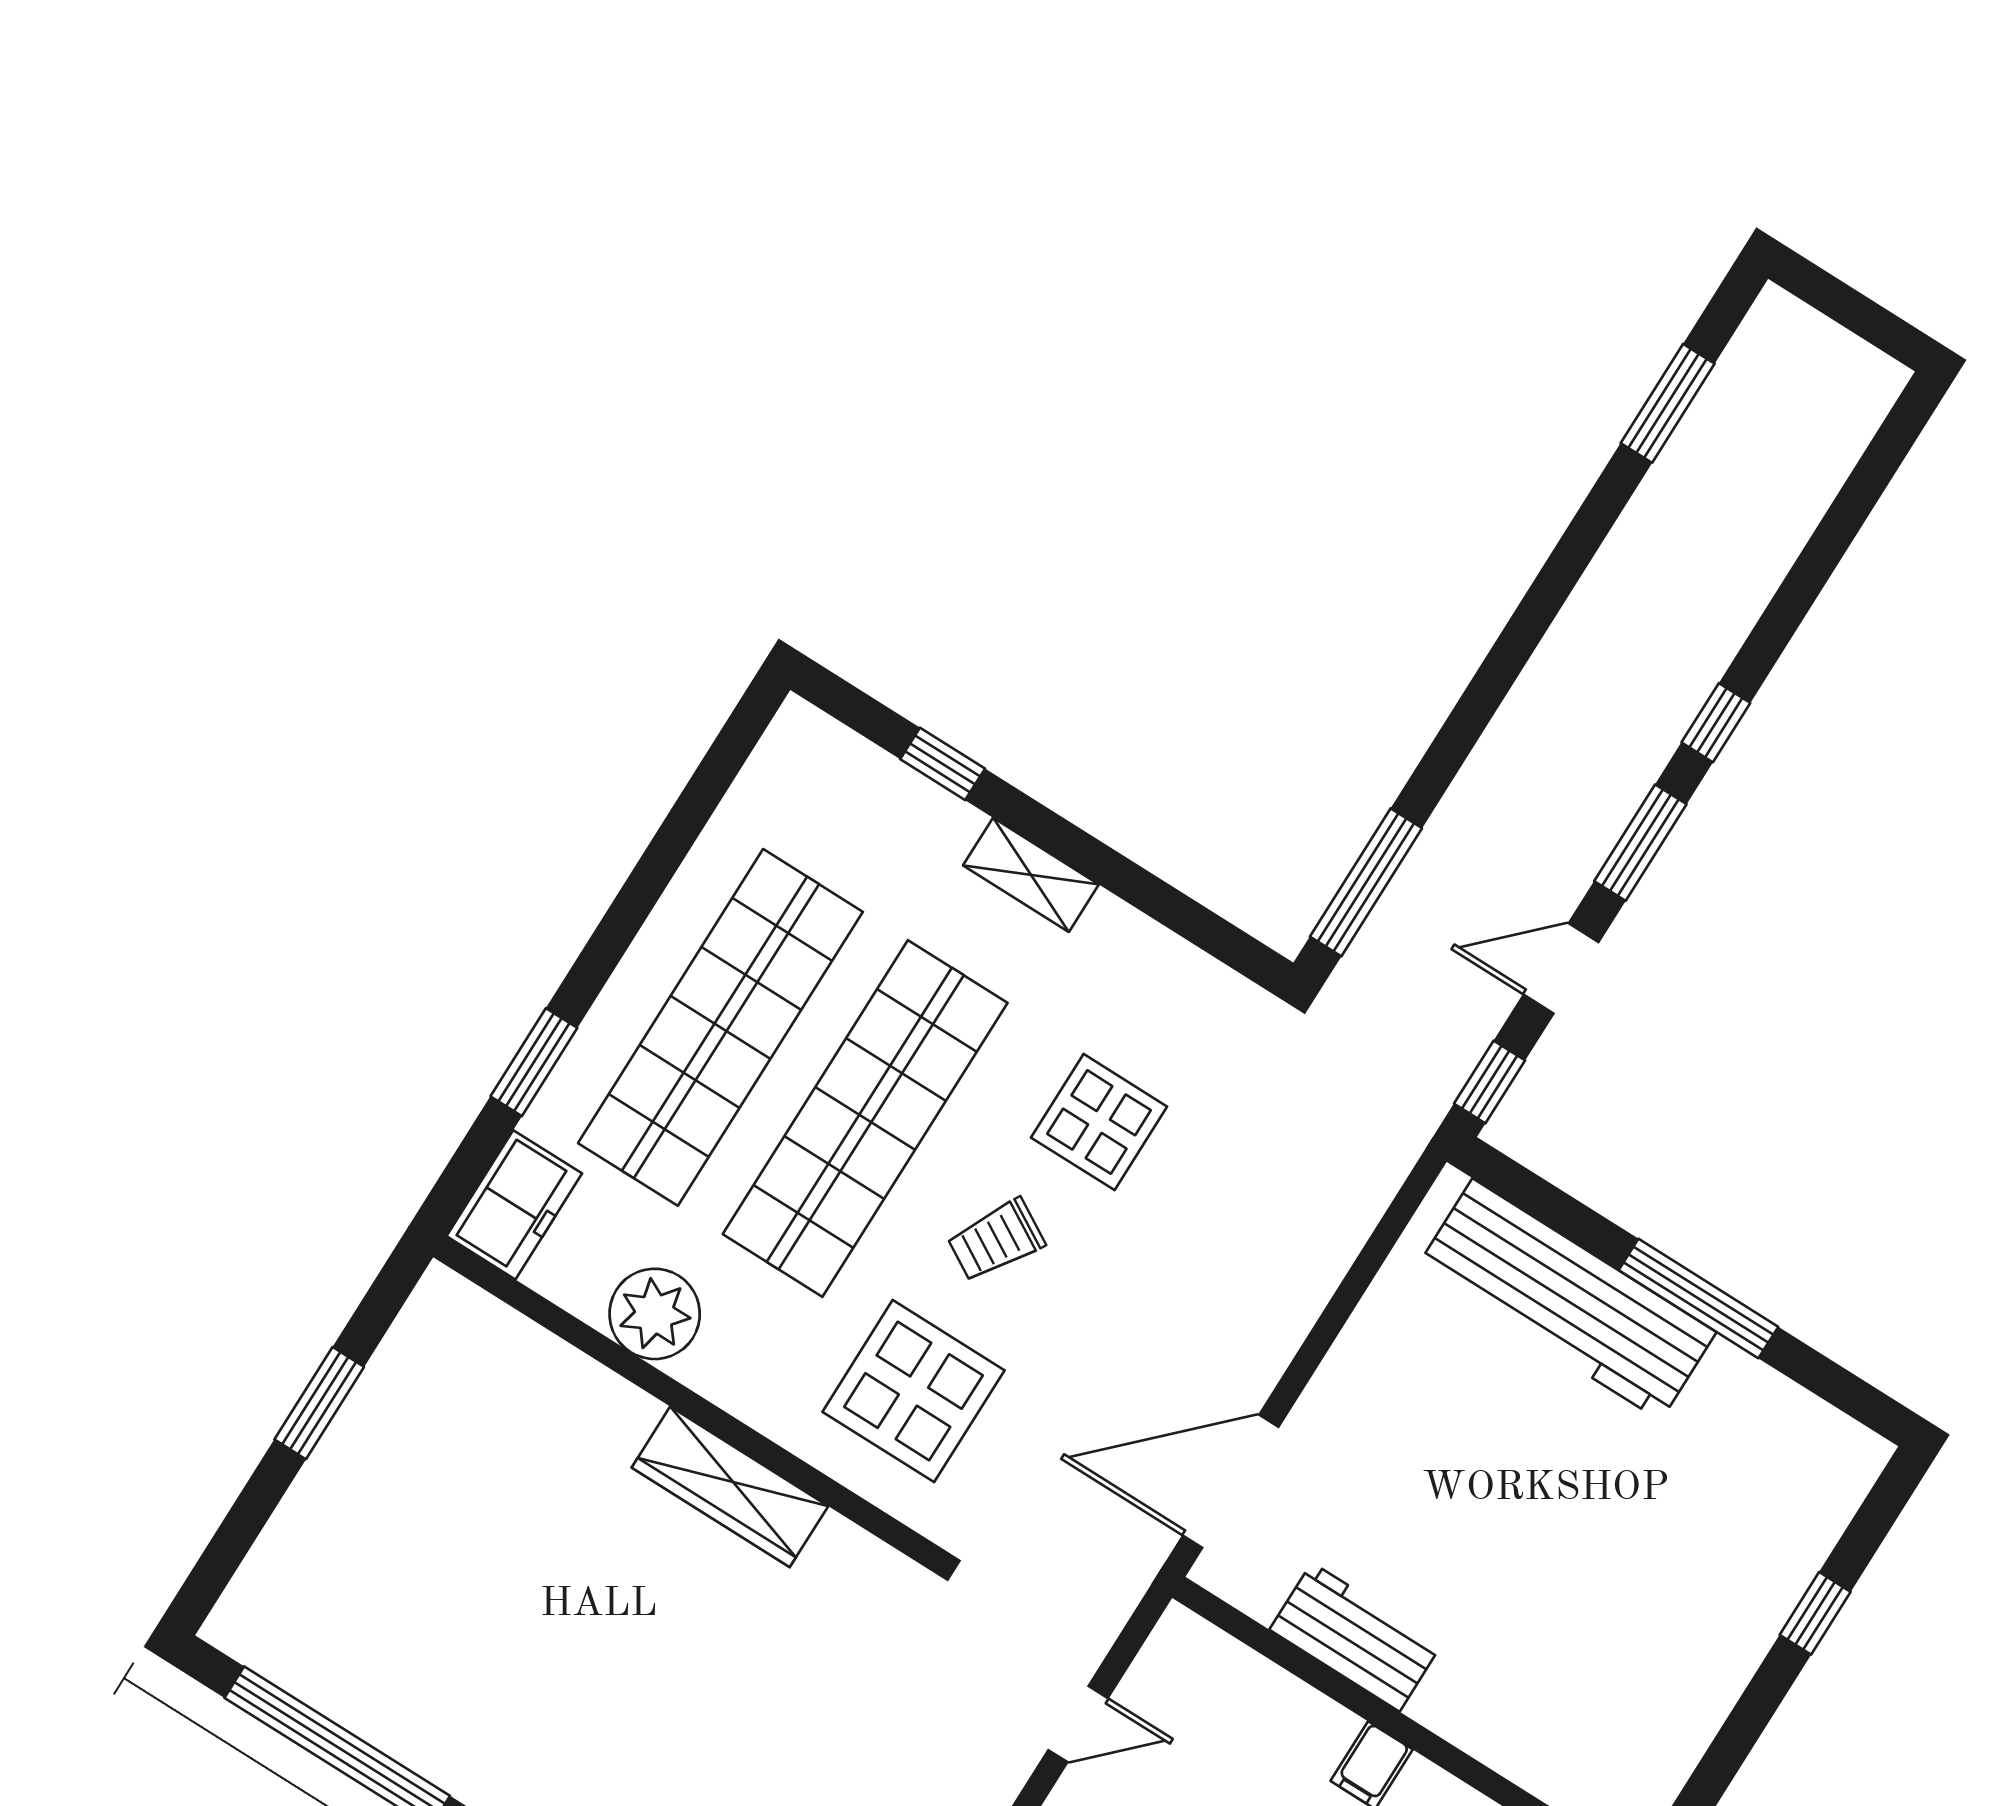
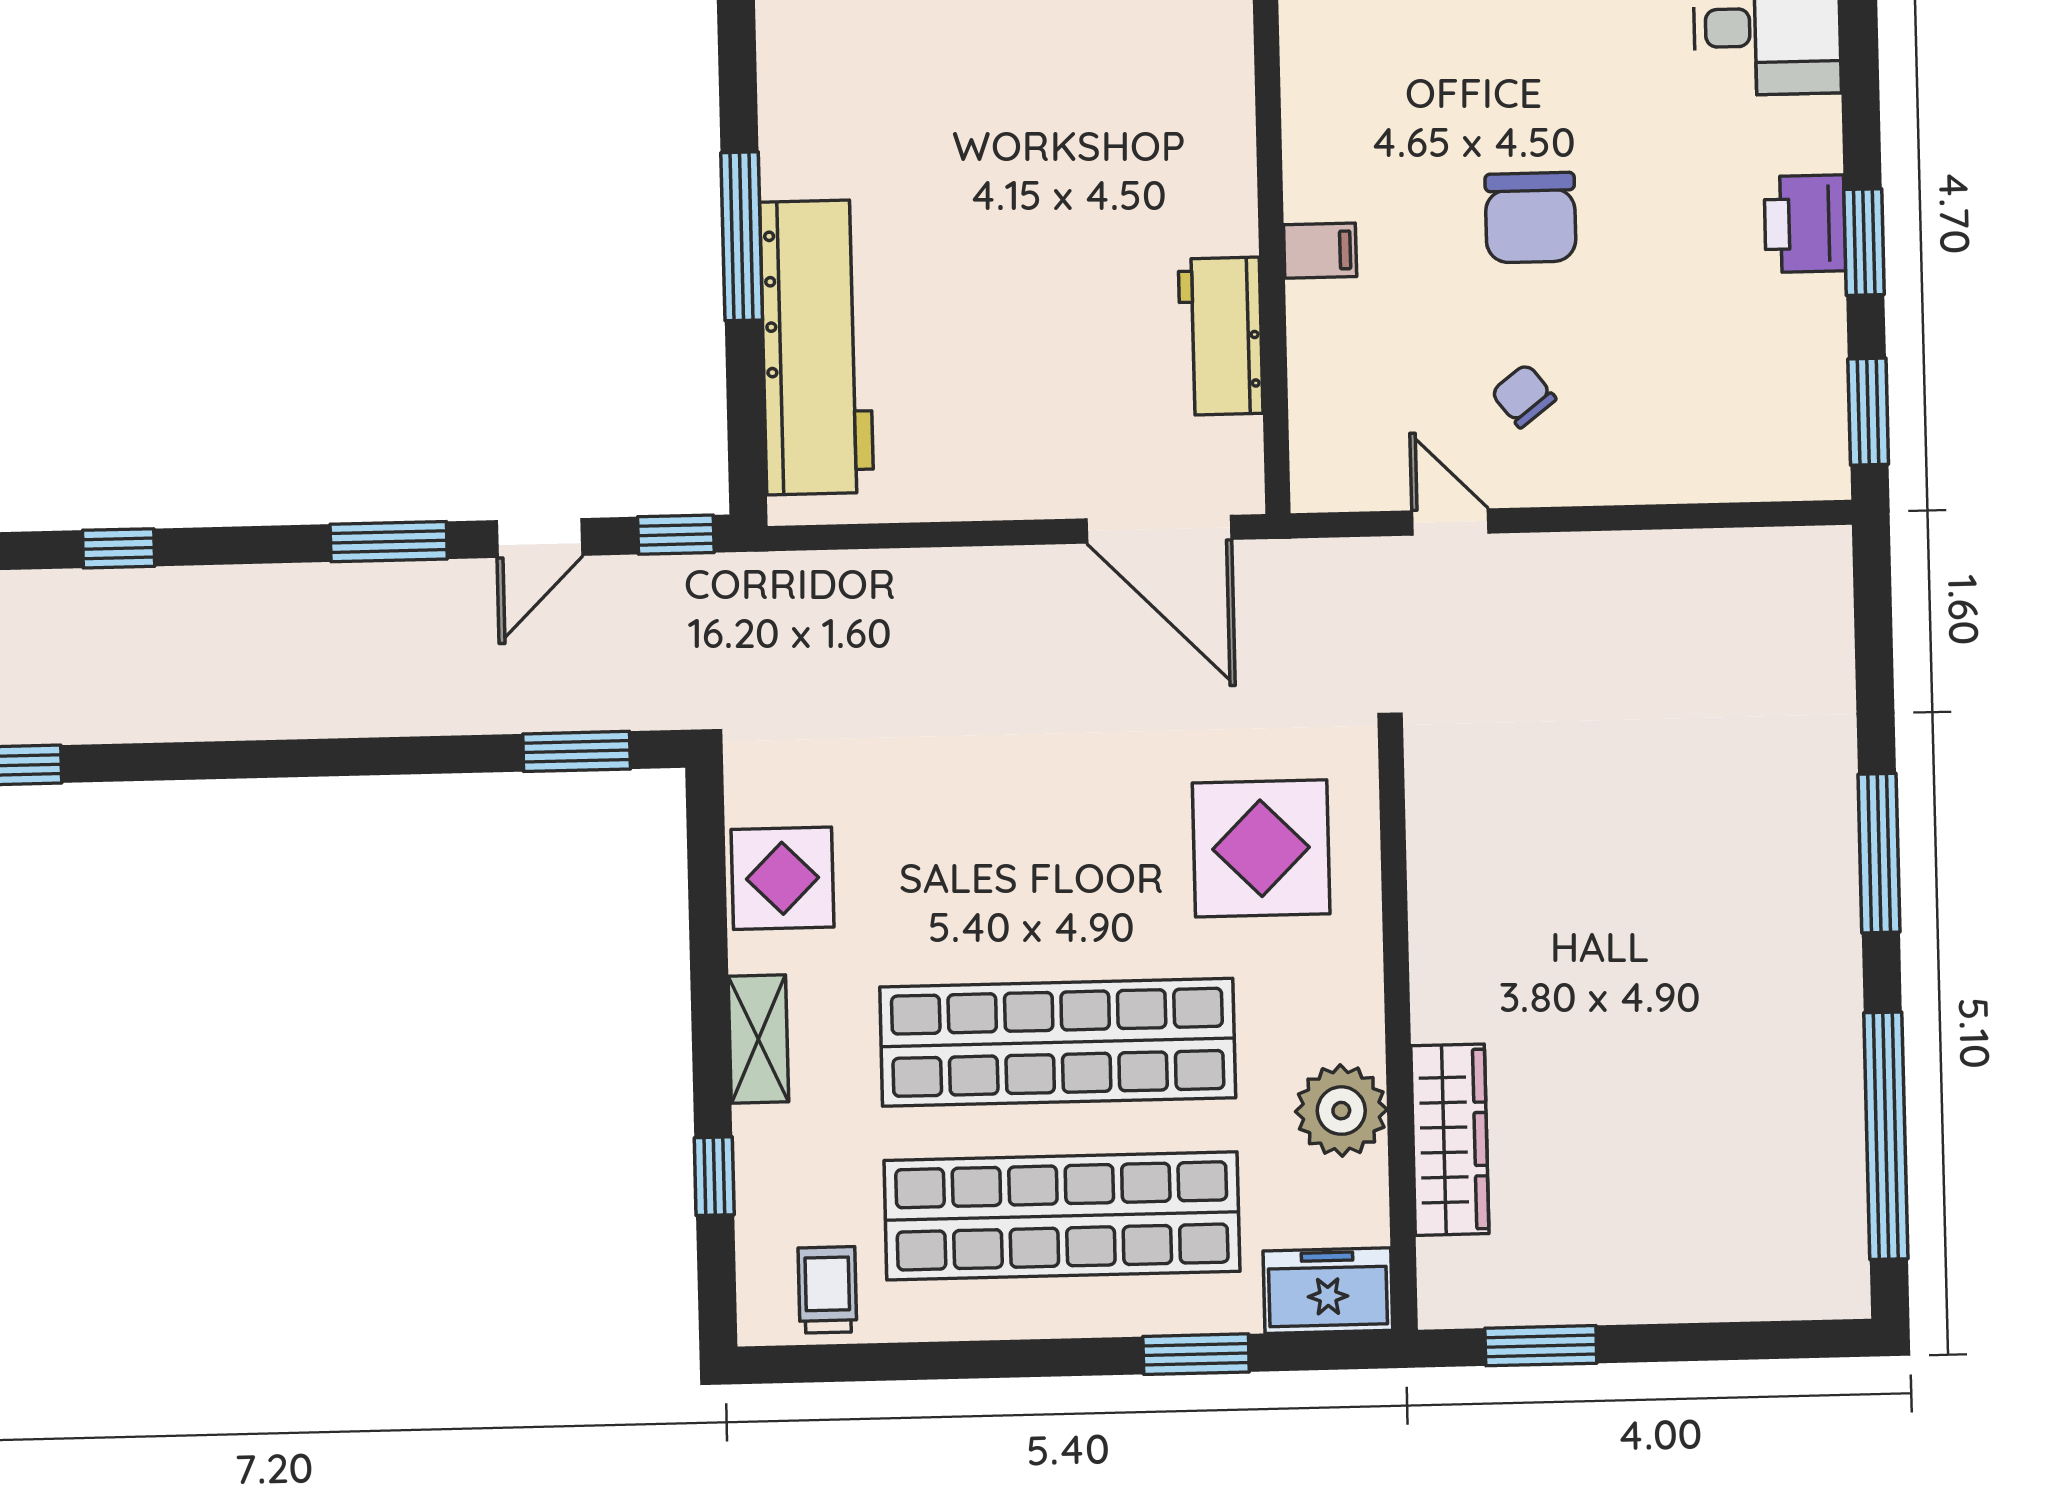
window: (1716, 723) -> (119, 548), moved
window: (1366, 882) -> (577, 751), width x0.69
door: (1561, 968) -> (540, 538), hinge flipped
display table: (1099, 1122) -> (782, 878), moved
trolley: (996, 1240) -> (827, 1290), moved, turned -120
window: (319, 1403) -> (1541, 1346), moved
wardrobe: (730, 1487) -> (1450, 1140), moved

